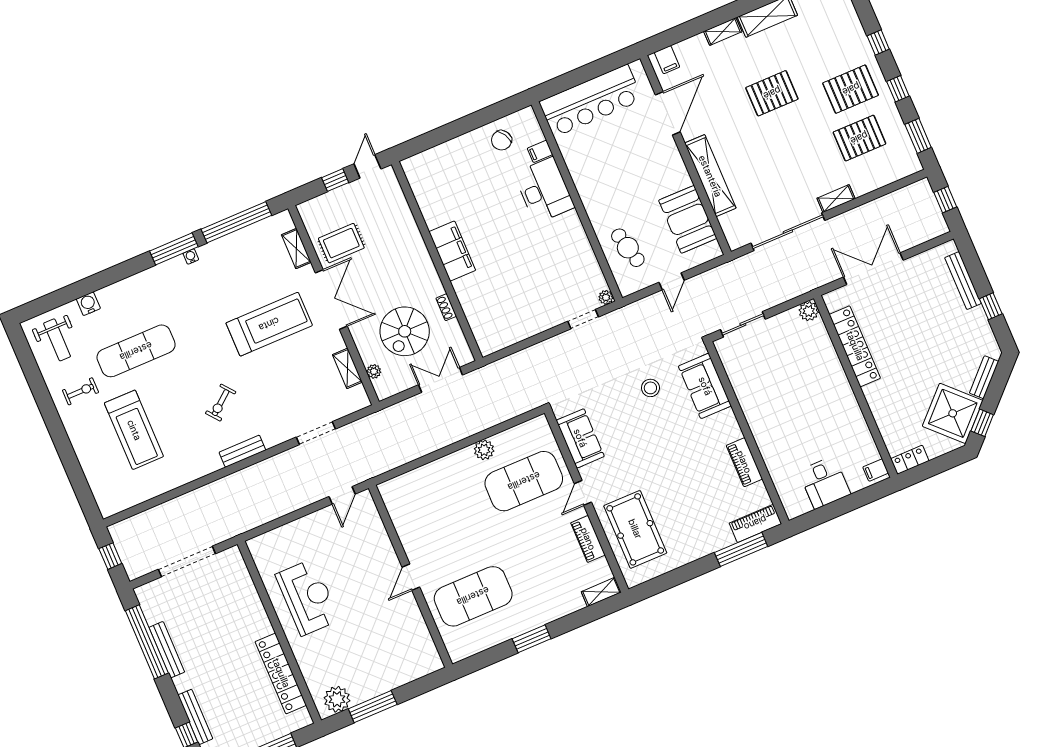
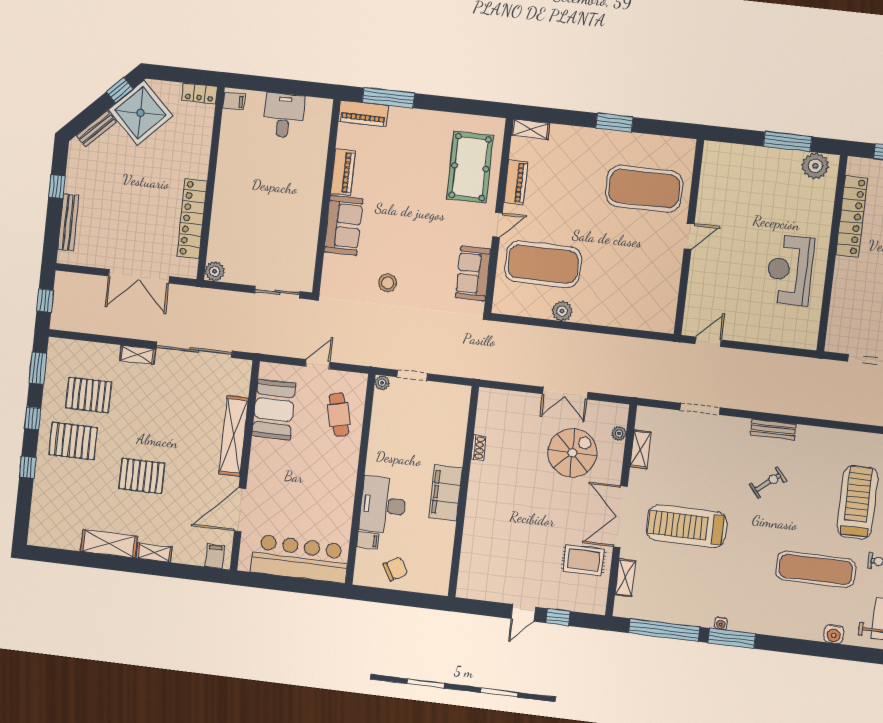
filing cabinet: (452, 251) -> (446, 493), moved
wall: (437, 261) -> (463, 492), moved
shoe rack: (446, 307) -> (478, 448), moved
sofa: (705, 386) -> (344, 225), moved

